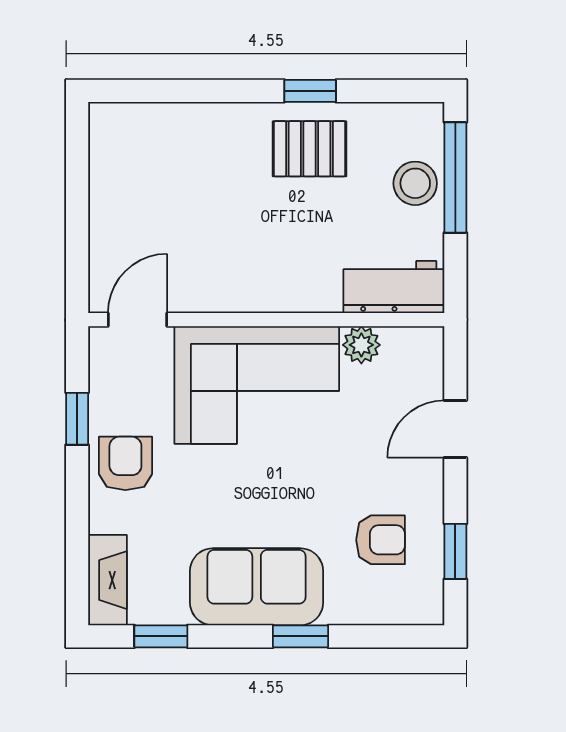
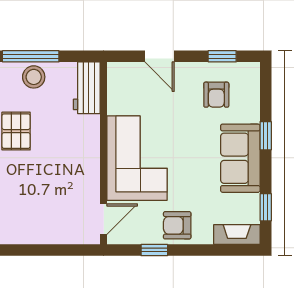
door: (138, 320) -> (104, 219), swing flipped
plant: (361, 345) -> (116, 105), removed
armchair: (381, 540) -> (216, 95), turned 180

